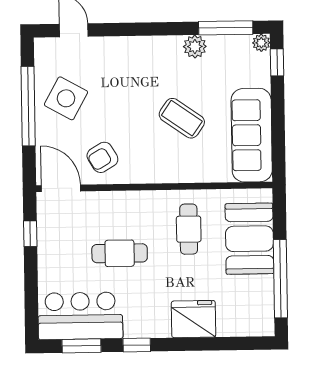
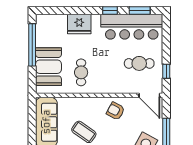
armchair: (102, 157) -> (116, 111), moved, turned -121
cafe table: (120, 253) -> (139, 63), moved
bar counter: (80, 316) -> (132, 27), width x1.36

